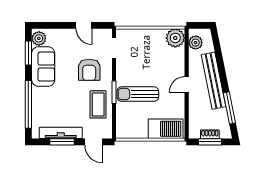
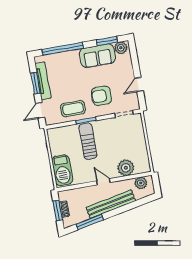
plant: (175, 38) -> (126, 168), moved

